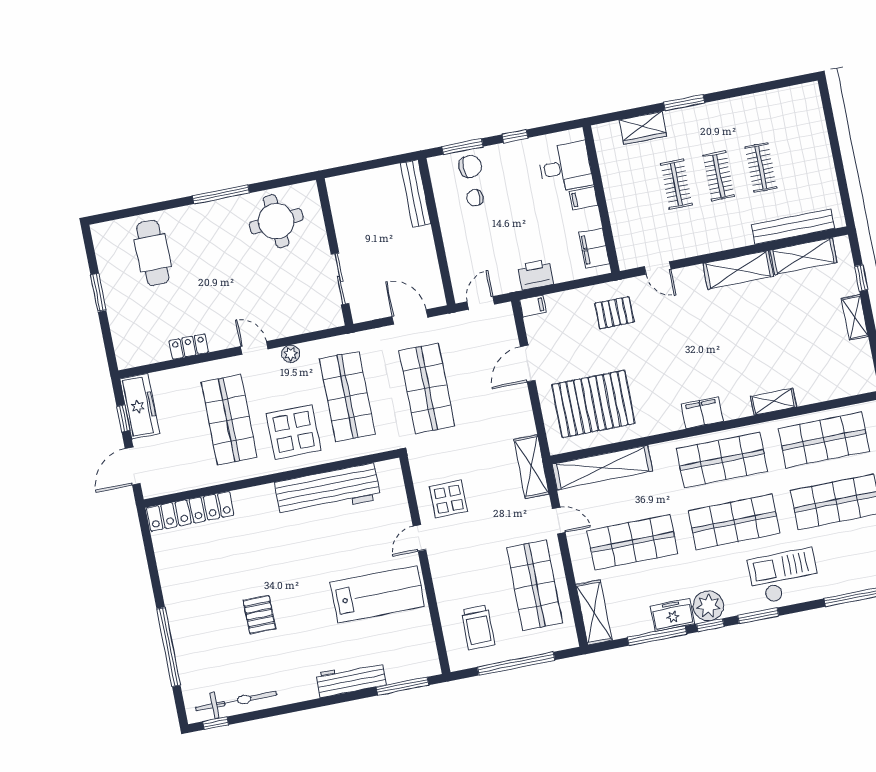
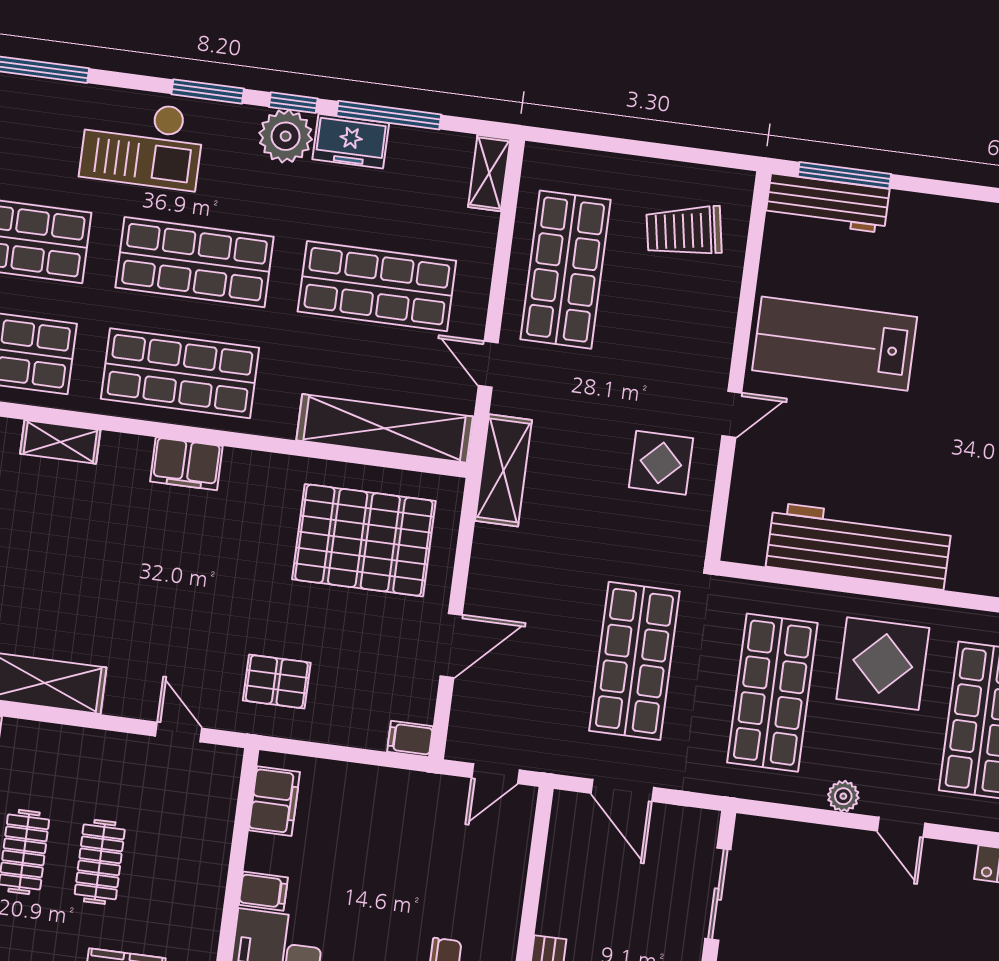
printer: (536, 274) -> (387, 790), removed
shelving: (594, 612) -> (489, 173), width x0.67, depth x0.75
trolley: (478, 627) -> (684, 231), turned -100
window: (516, 664) -> (641, 148), removed
workbench: (351, 679) -> (827, 203), moved

